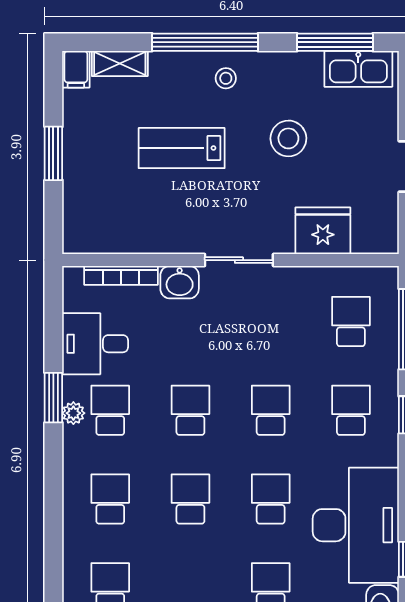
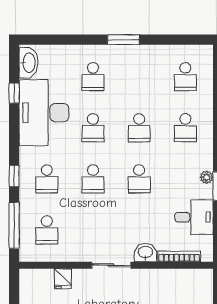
fridge: (323, 231) -> (63, 279), width x0.53, depth x0.75
school desk: (110, 410) -> (185, 179), removed

